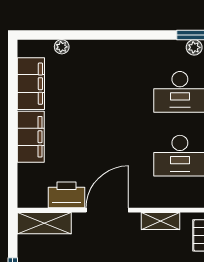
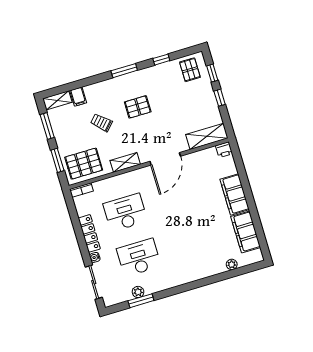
printer: (67, 195) -> (224, 150), moved, width x0.53, depth x0.68

